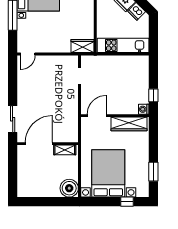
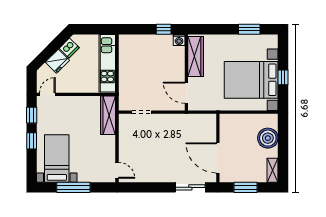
wardrobe: (82, 46) -> (108, 115), width x1.50
shelving: (65, 150) -> (272, 170), moved
window: (13, 168) -> (246, 187), added
boiler: (69, 188) -> (268, 138), moved
window: (127, 202) -> (283, 77), moved

